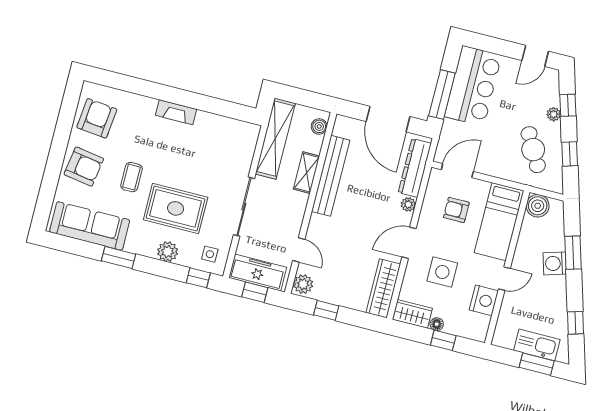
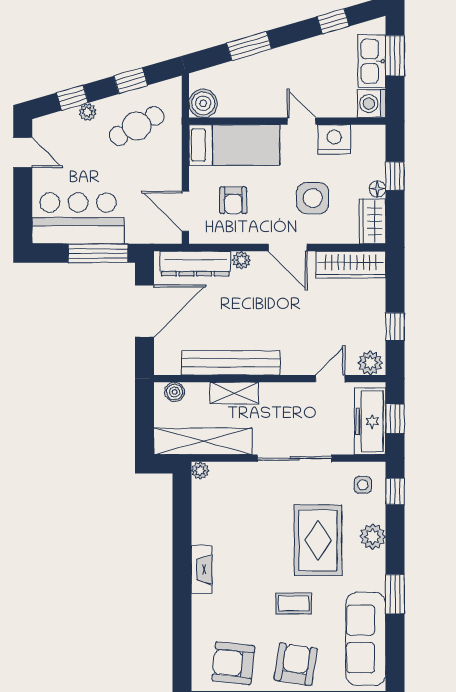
plant: (253, 131) -> (200, 471), added
washing machine: (555, 263) -> (372, 104), moved, turned 106

